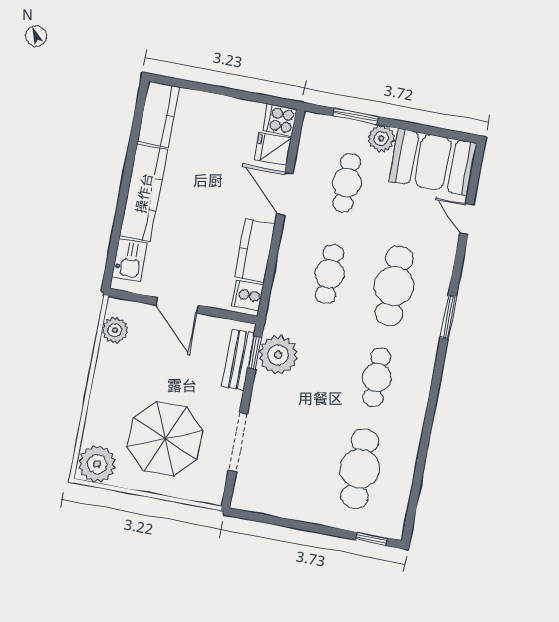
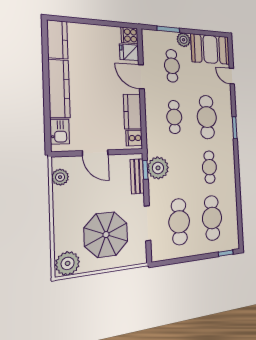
cafe table: (295, 456) -> (179, 222), added

